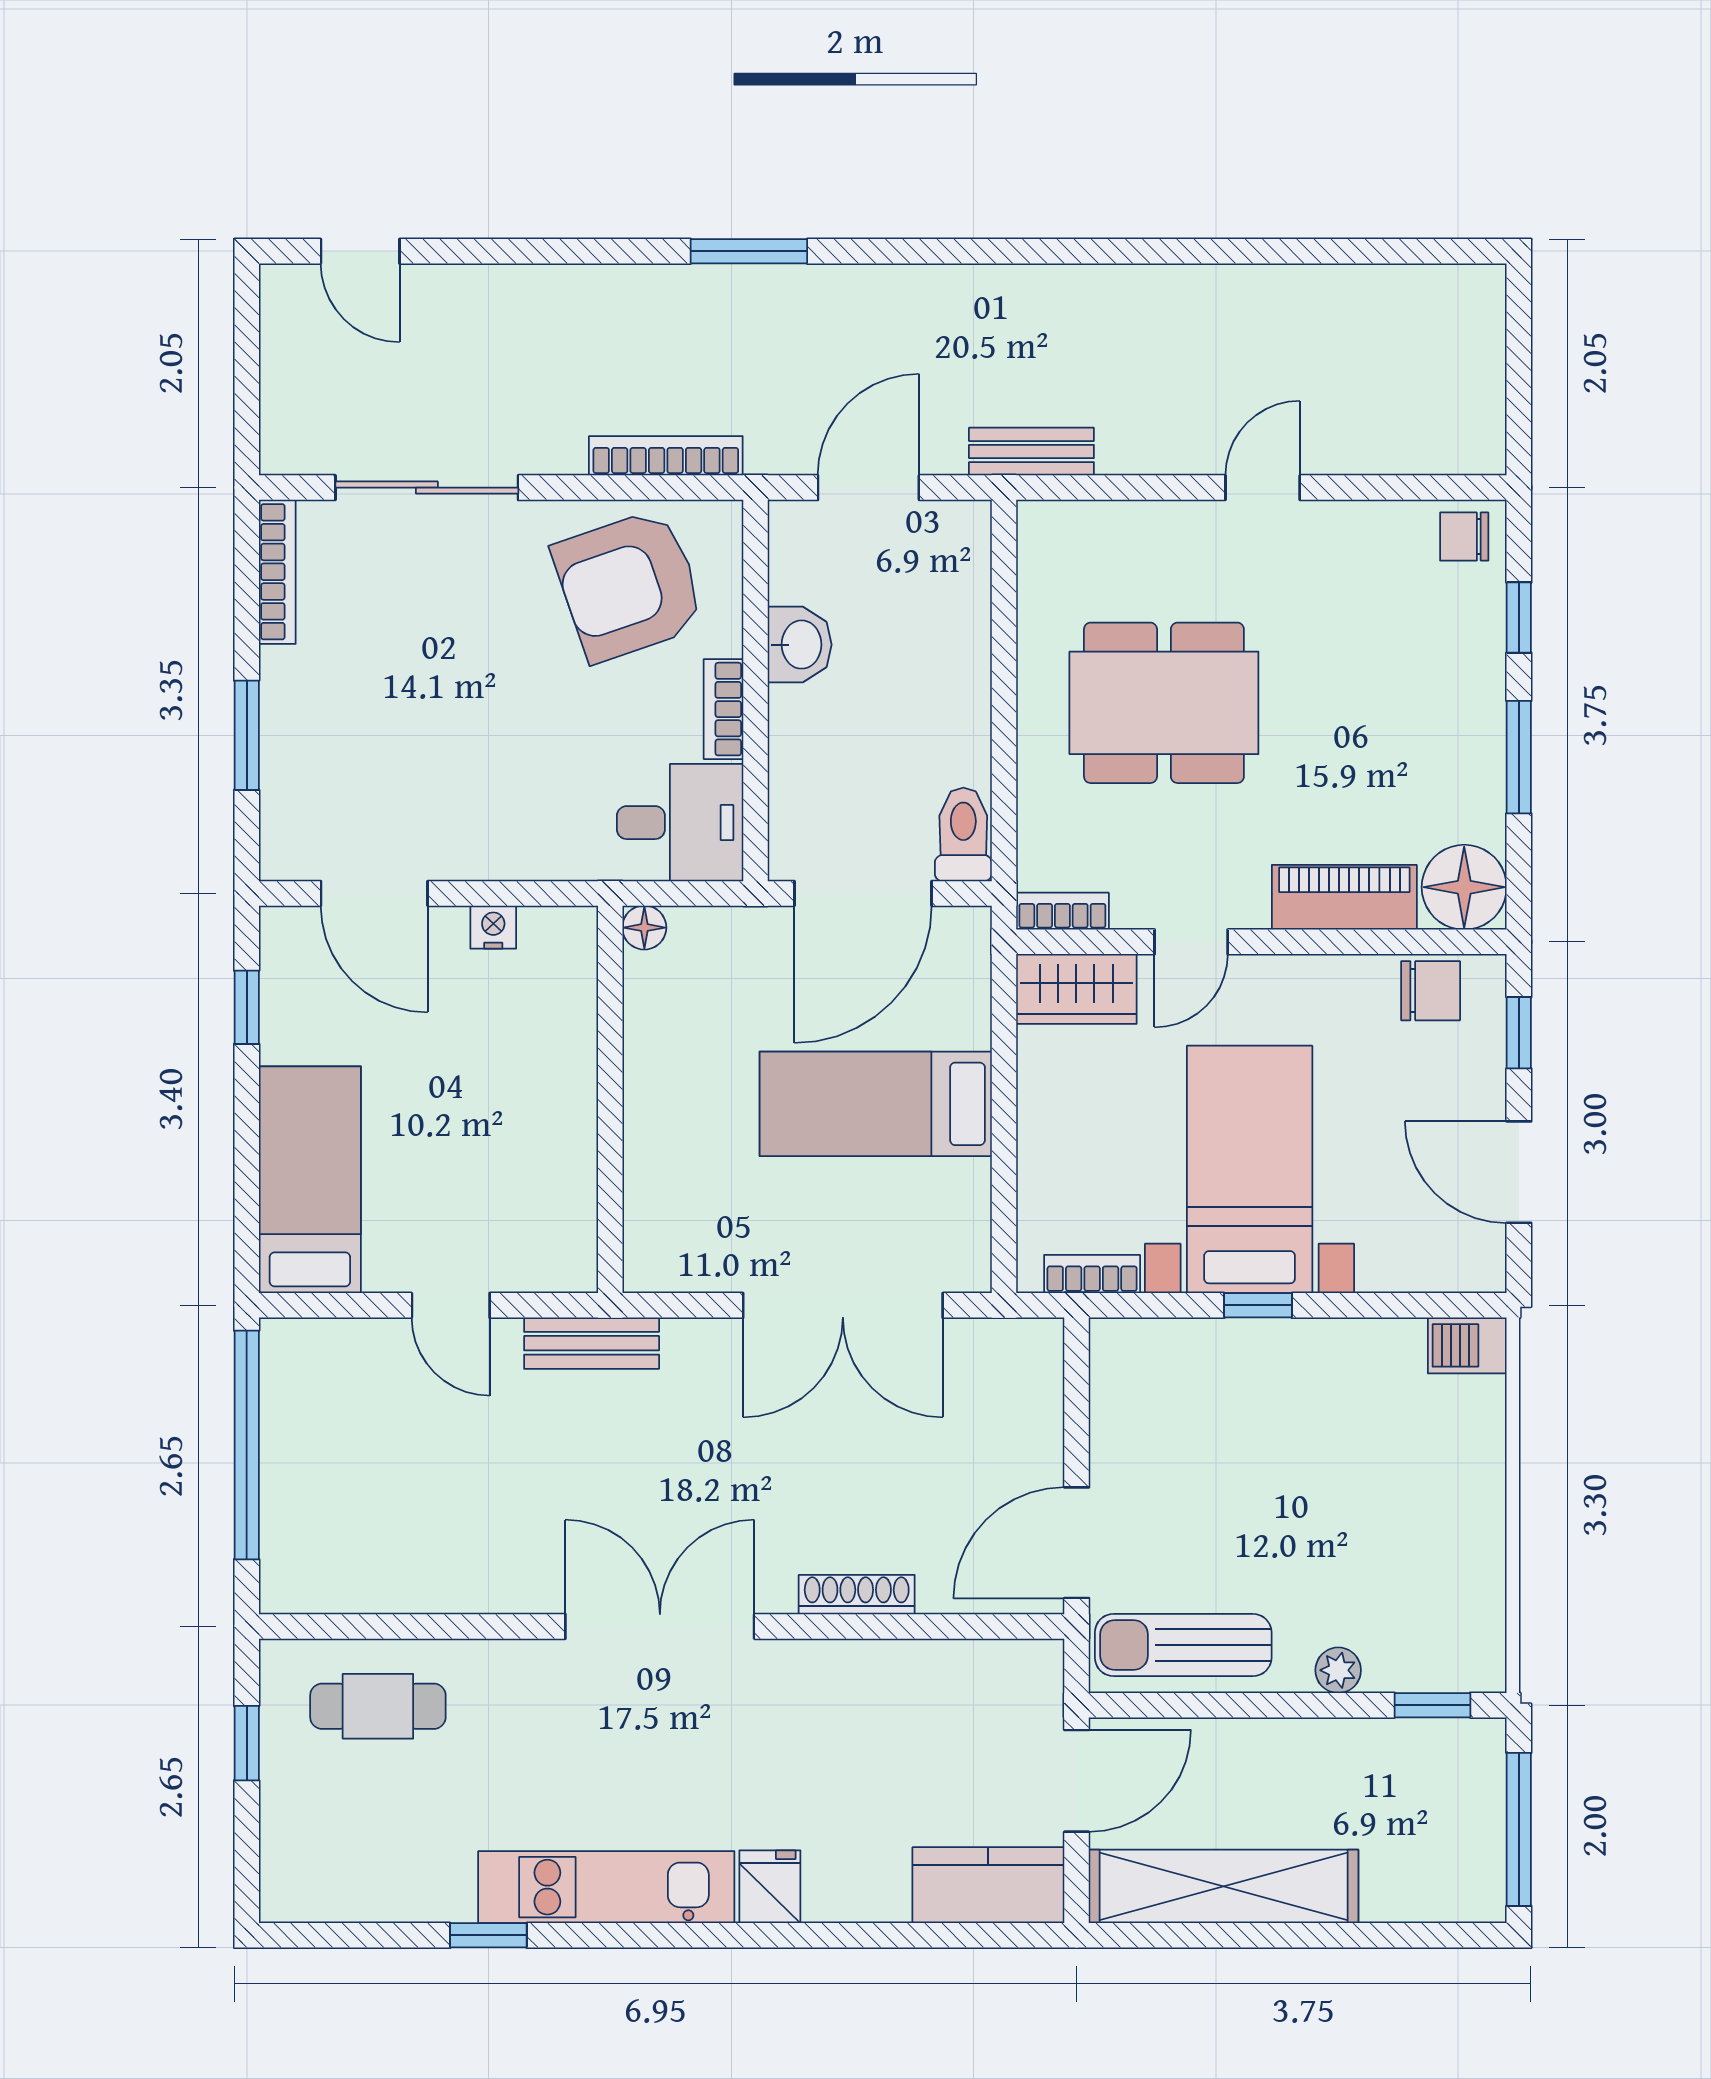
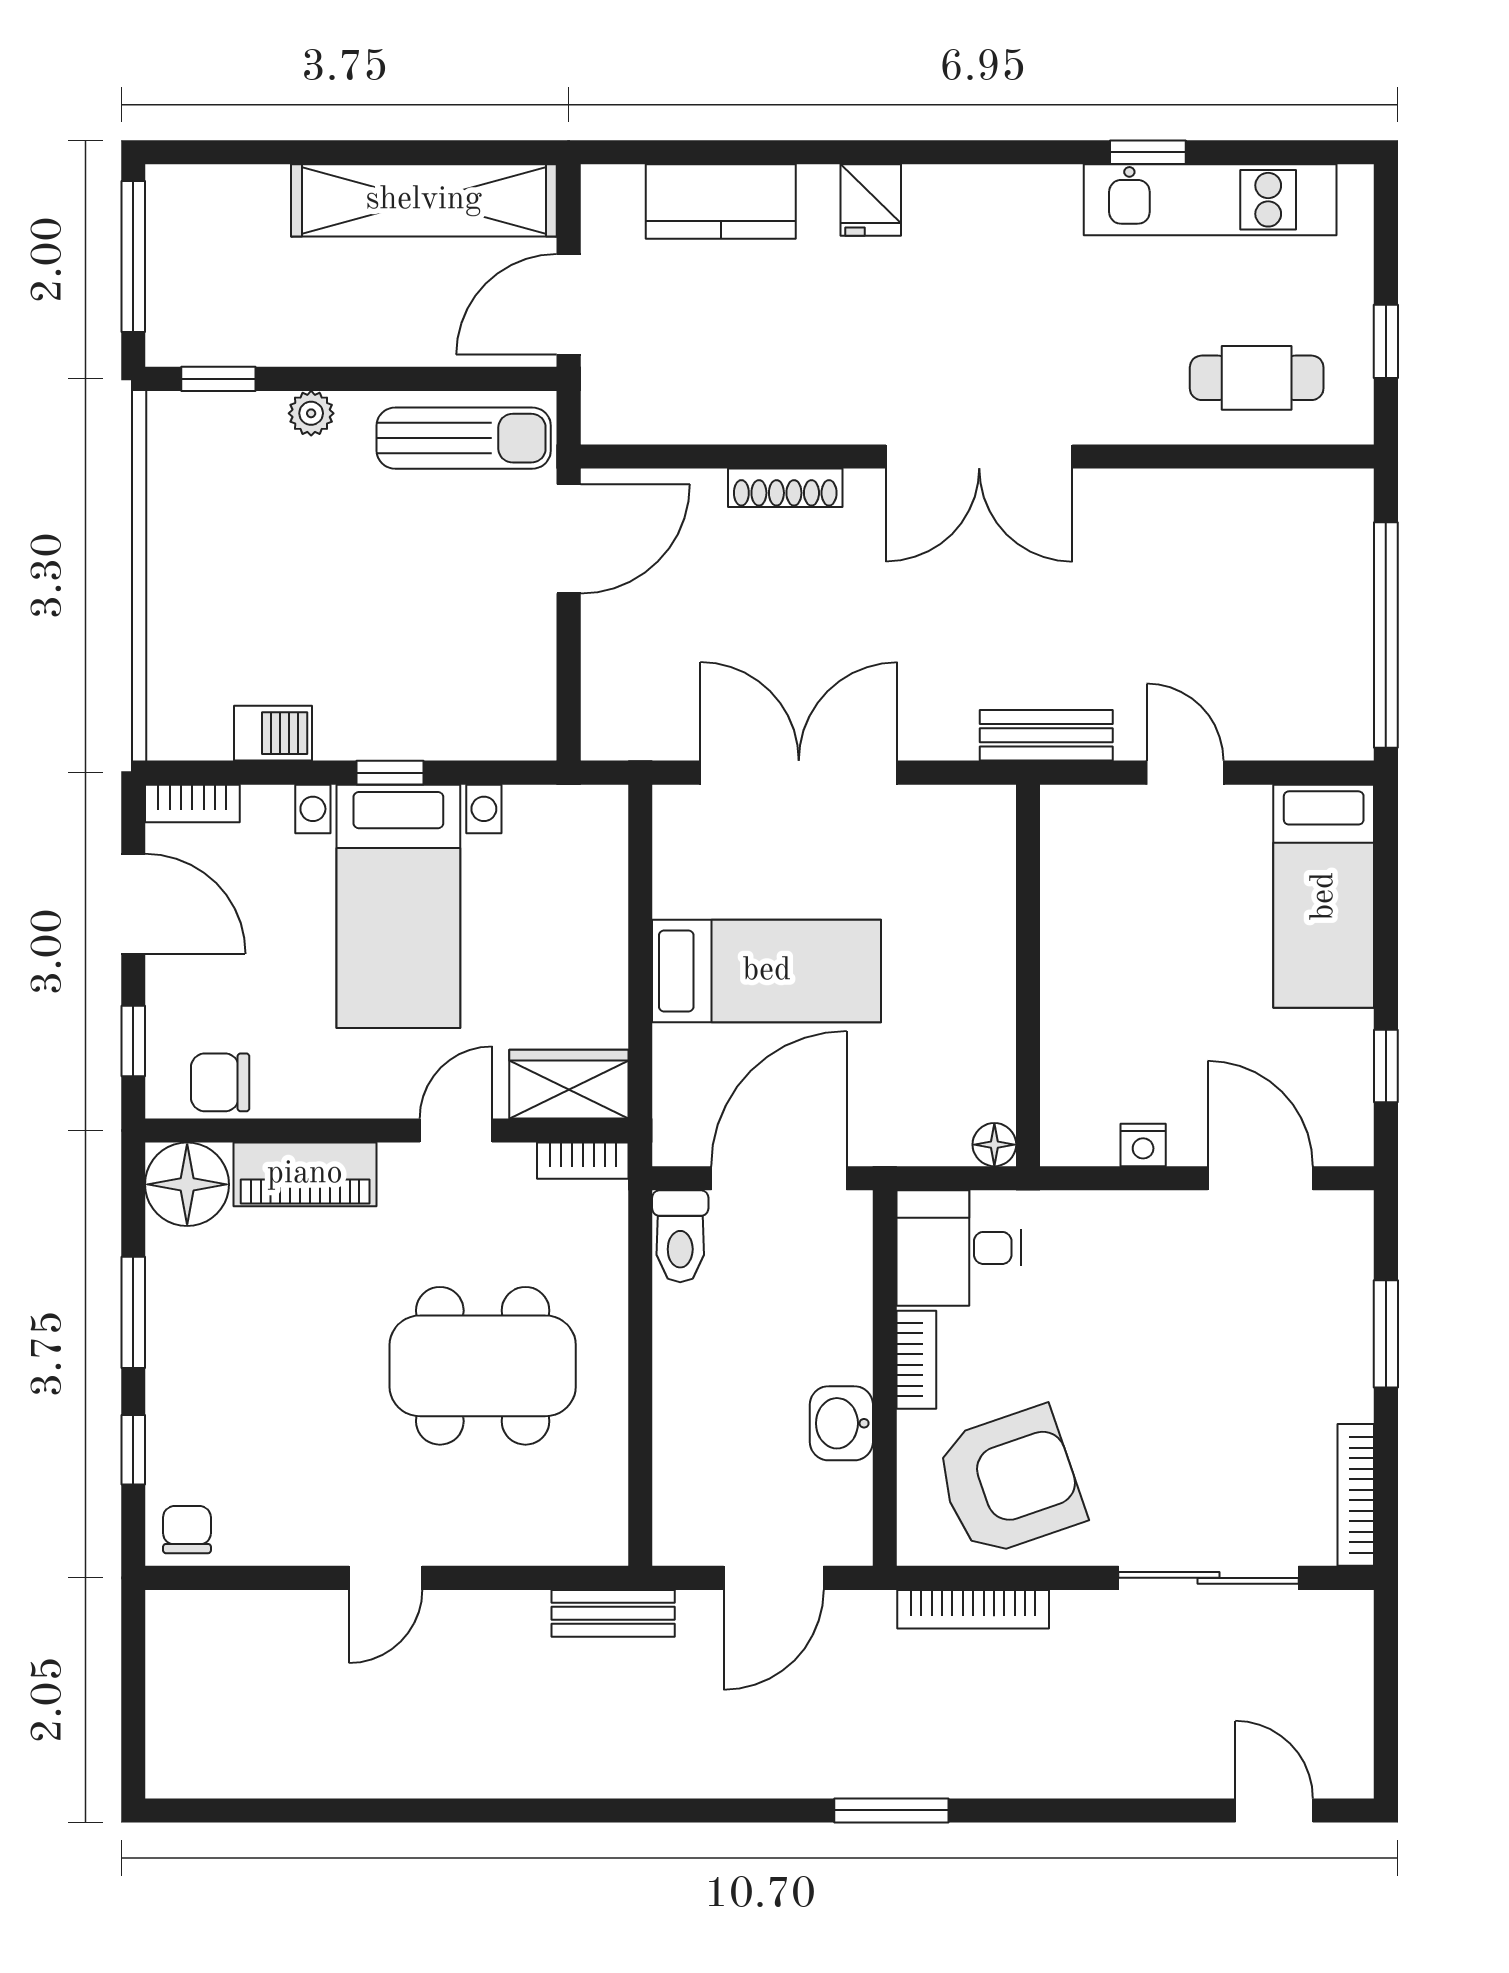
chair: (1464, 537) -> (187, 1530), turned -90
bookcase: (1092, 1274) -> (192, 803), moved
barbecue: (1467, 1345) -> (273, 733), moved
kitchen counter: (988, 1885) -> (721, 202), moved
kitchen unit: (606, 1887) -> (1210, 200), moved

